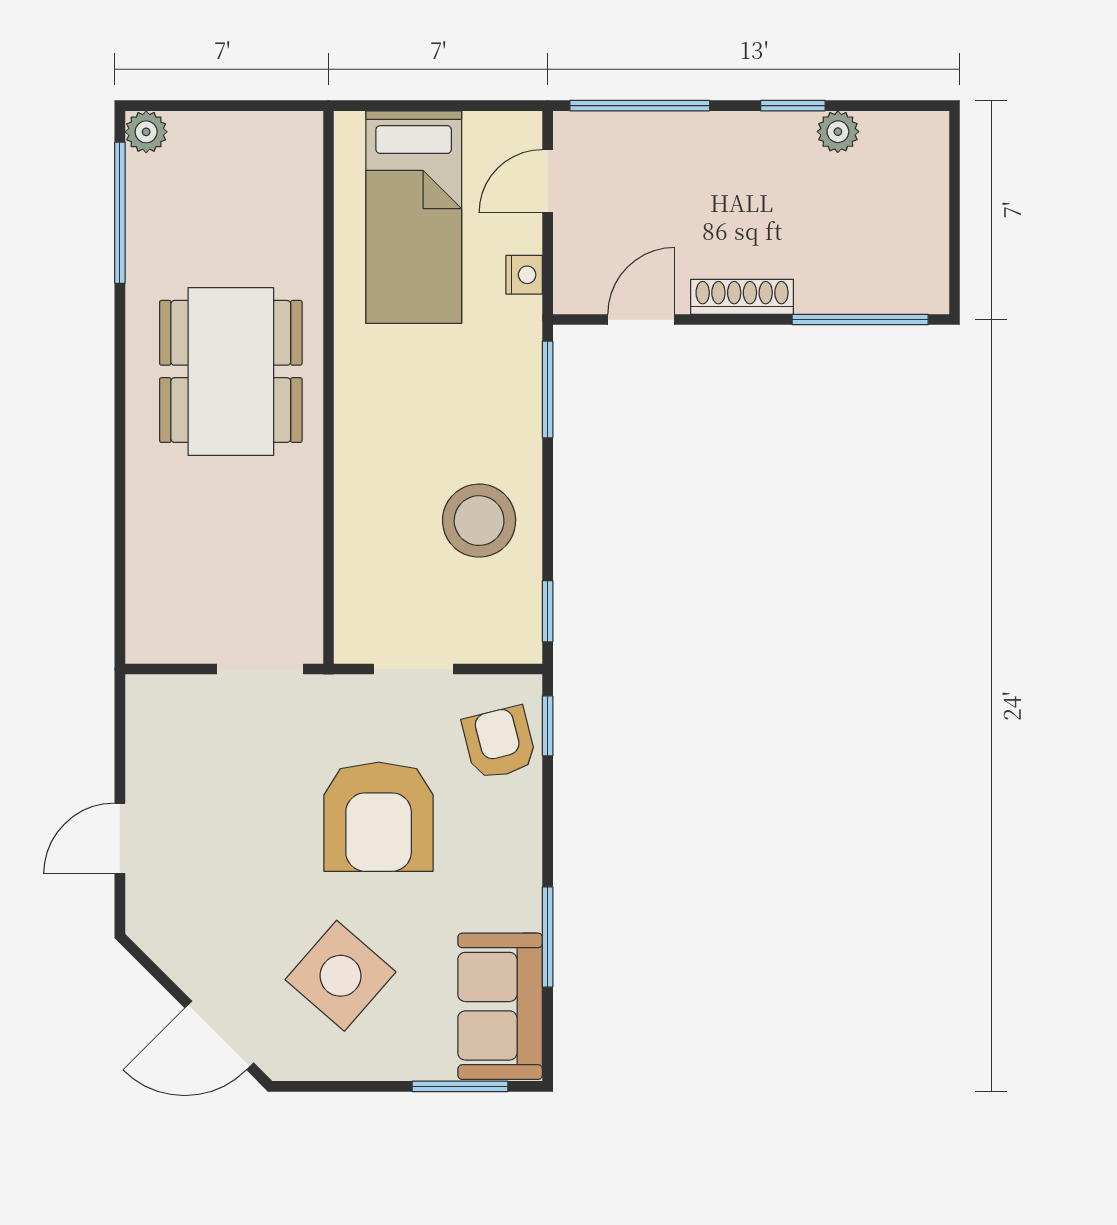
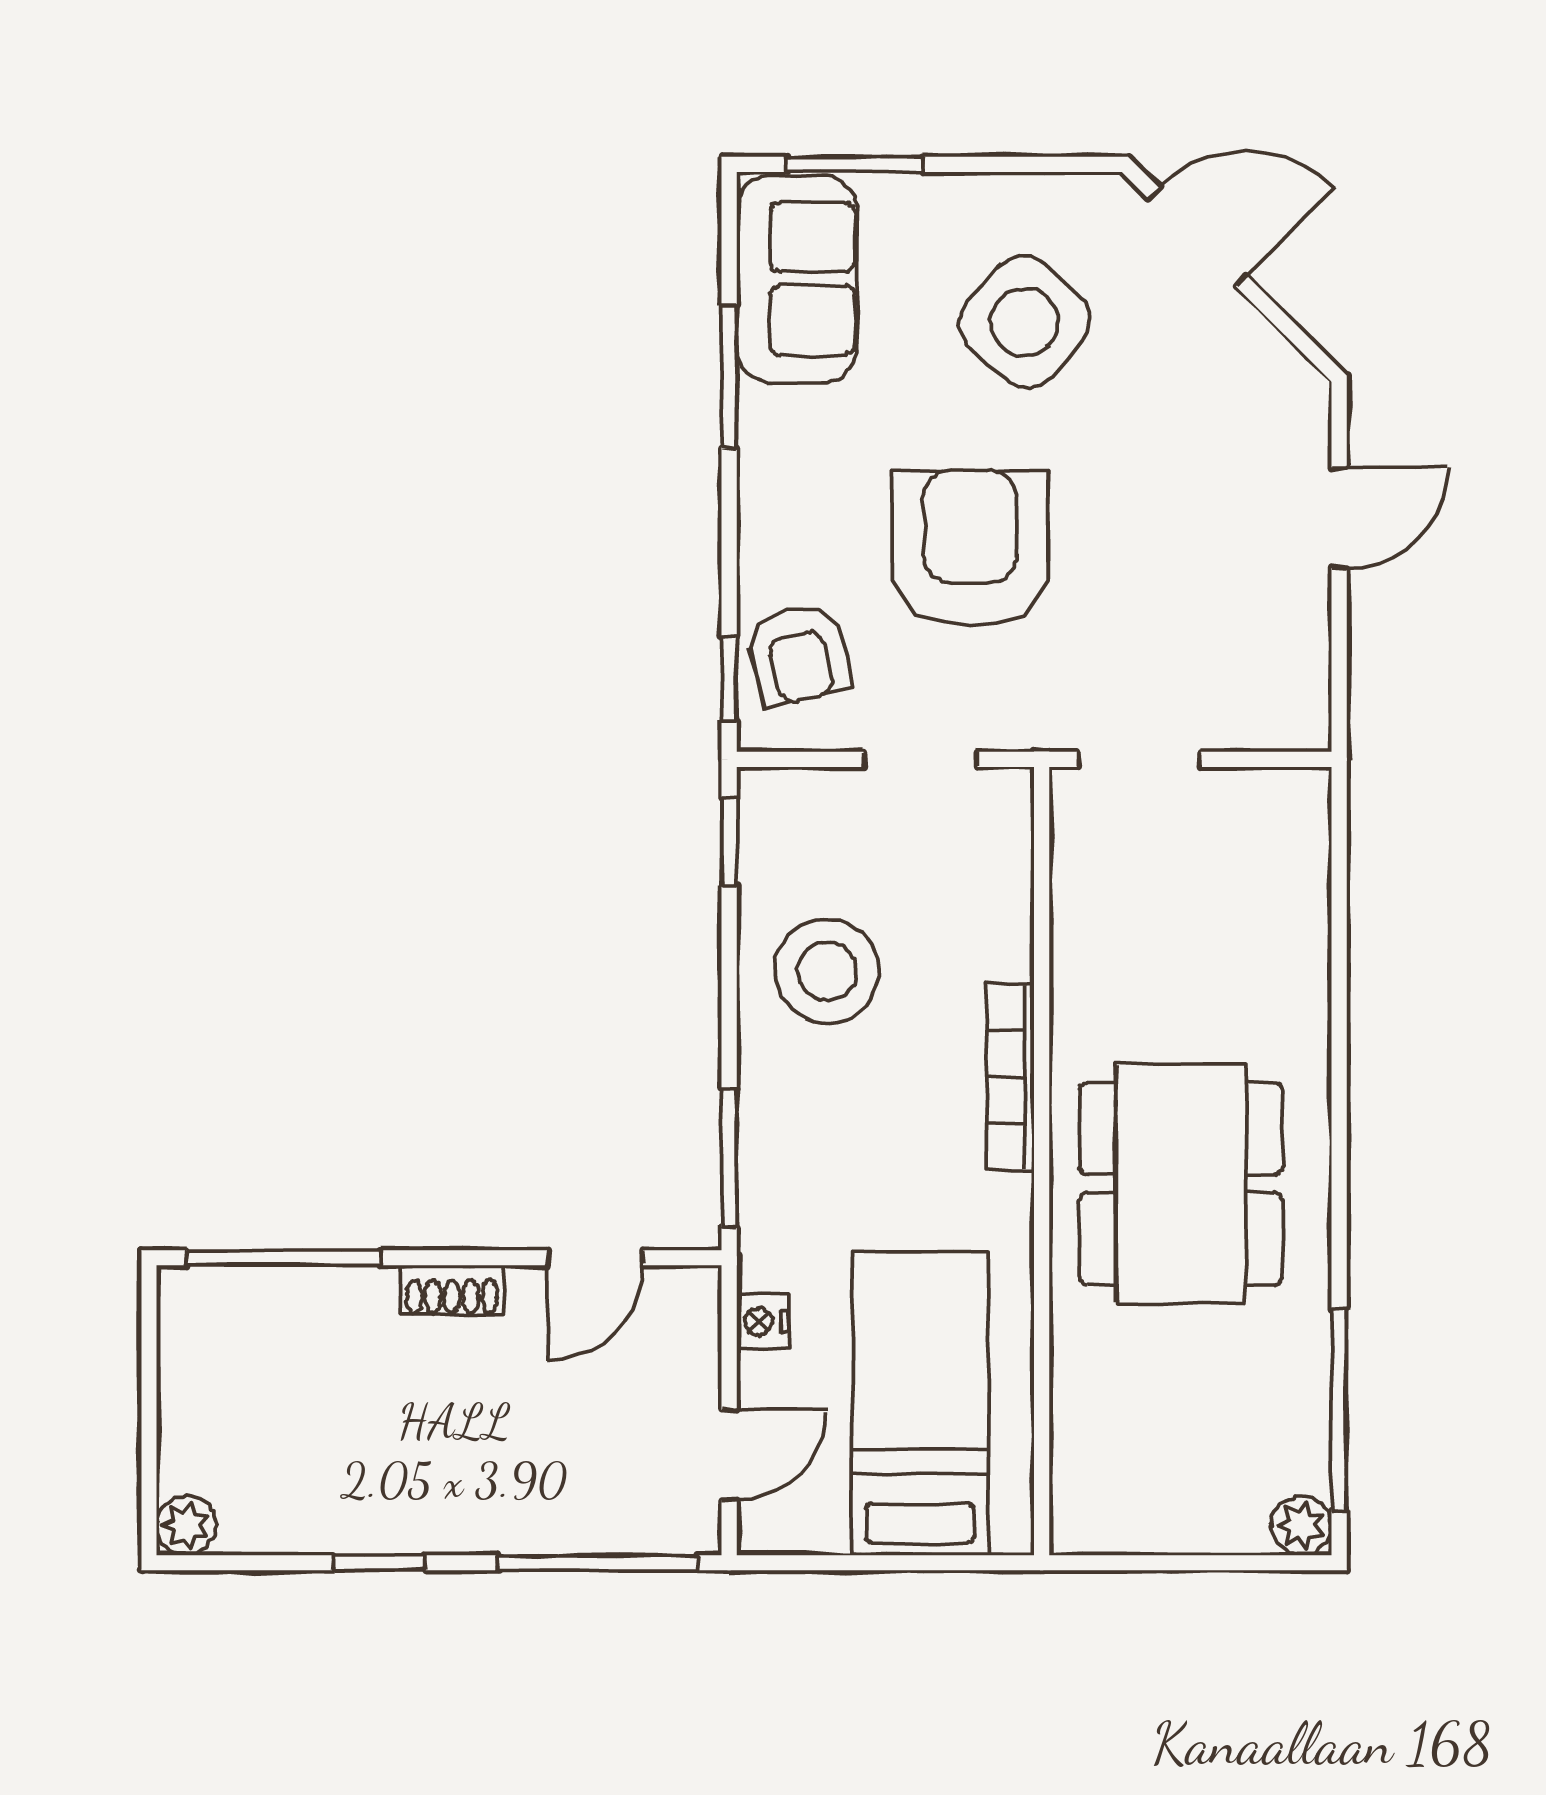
plant: (838, 132) -> (186, 1526), moved
shoe rack: (742, 297) -> (452, 1290), width x0.70
bookcase: (351, 446) -> (1010, 1077), added

